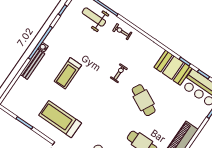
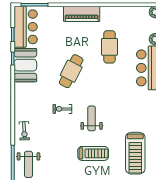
weight bench: (96, 91) -> (92, 118), added
treadmill: (60, 119) -> (135, 153), moved

